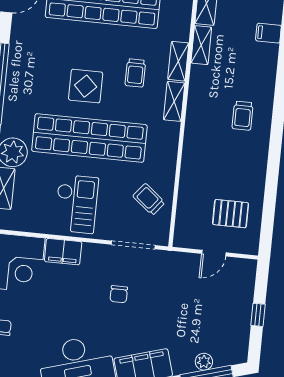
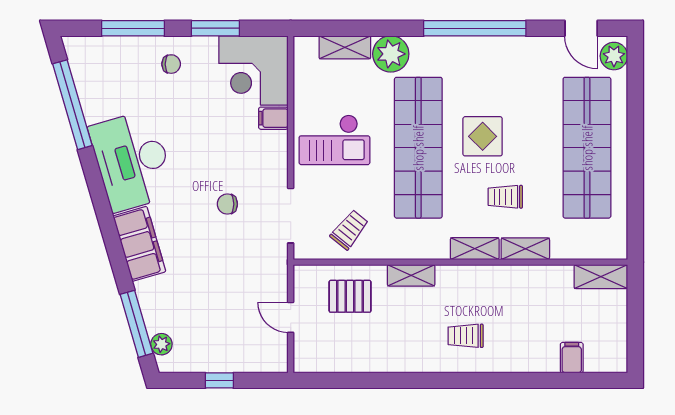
shelving: (201, 45) -> (411, 275), moved
pallet: (231, 214) -> (350, 296), moved, turned 90
filing cabinet: (63, 252) -> (273, 118), width x0.50
plant: (204, 362) -> (161, 344), moved

